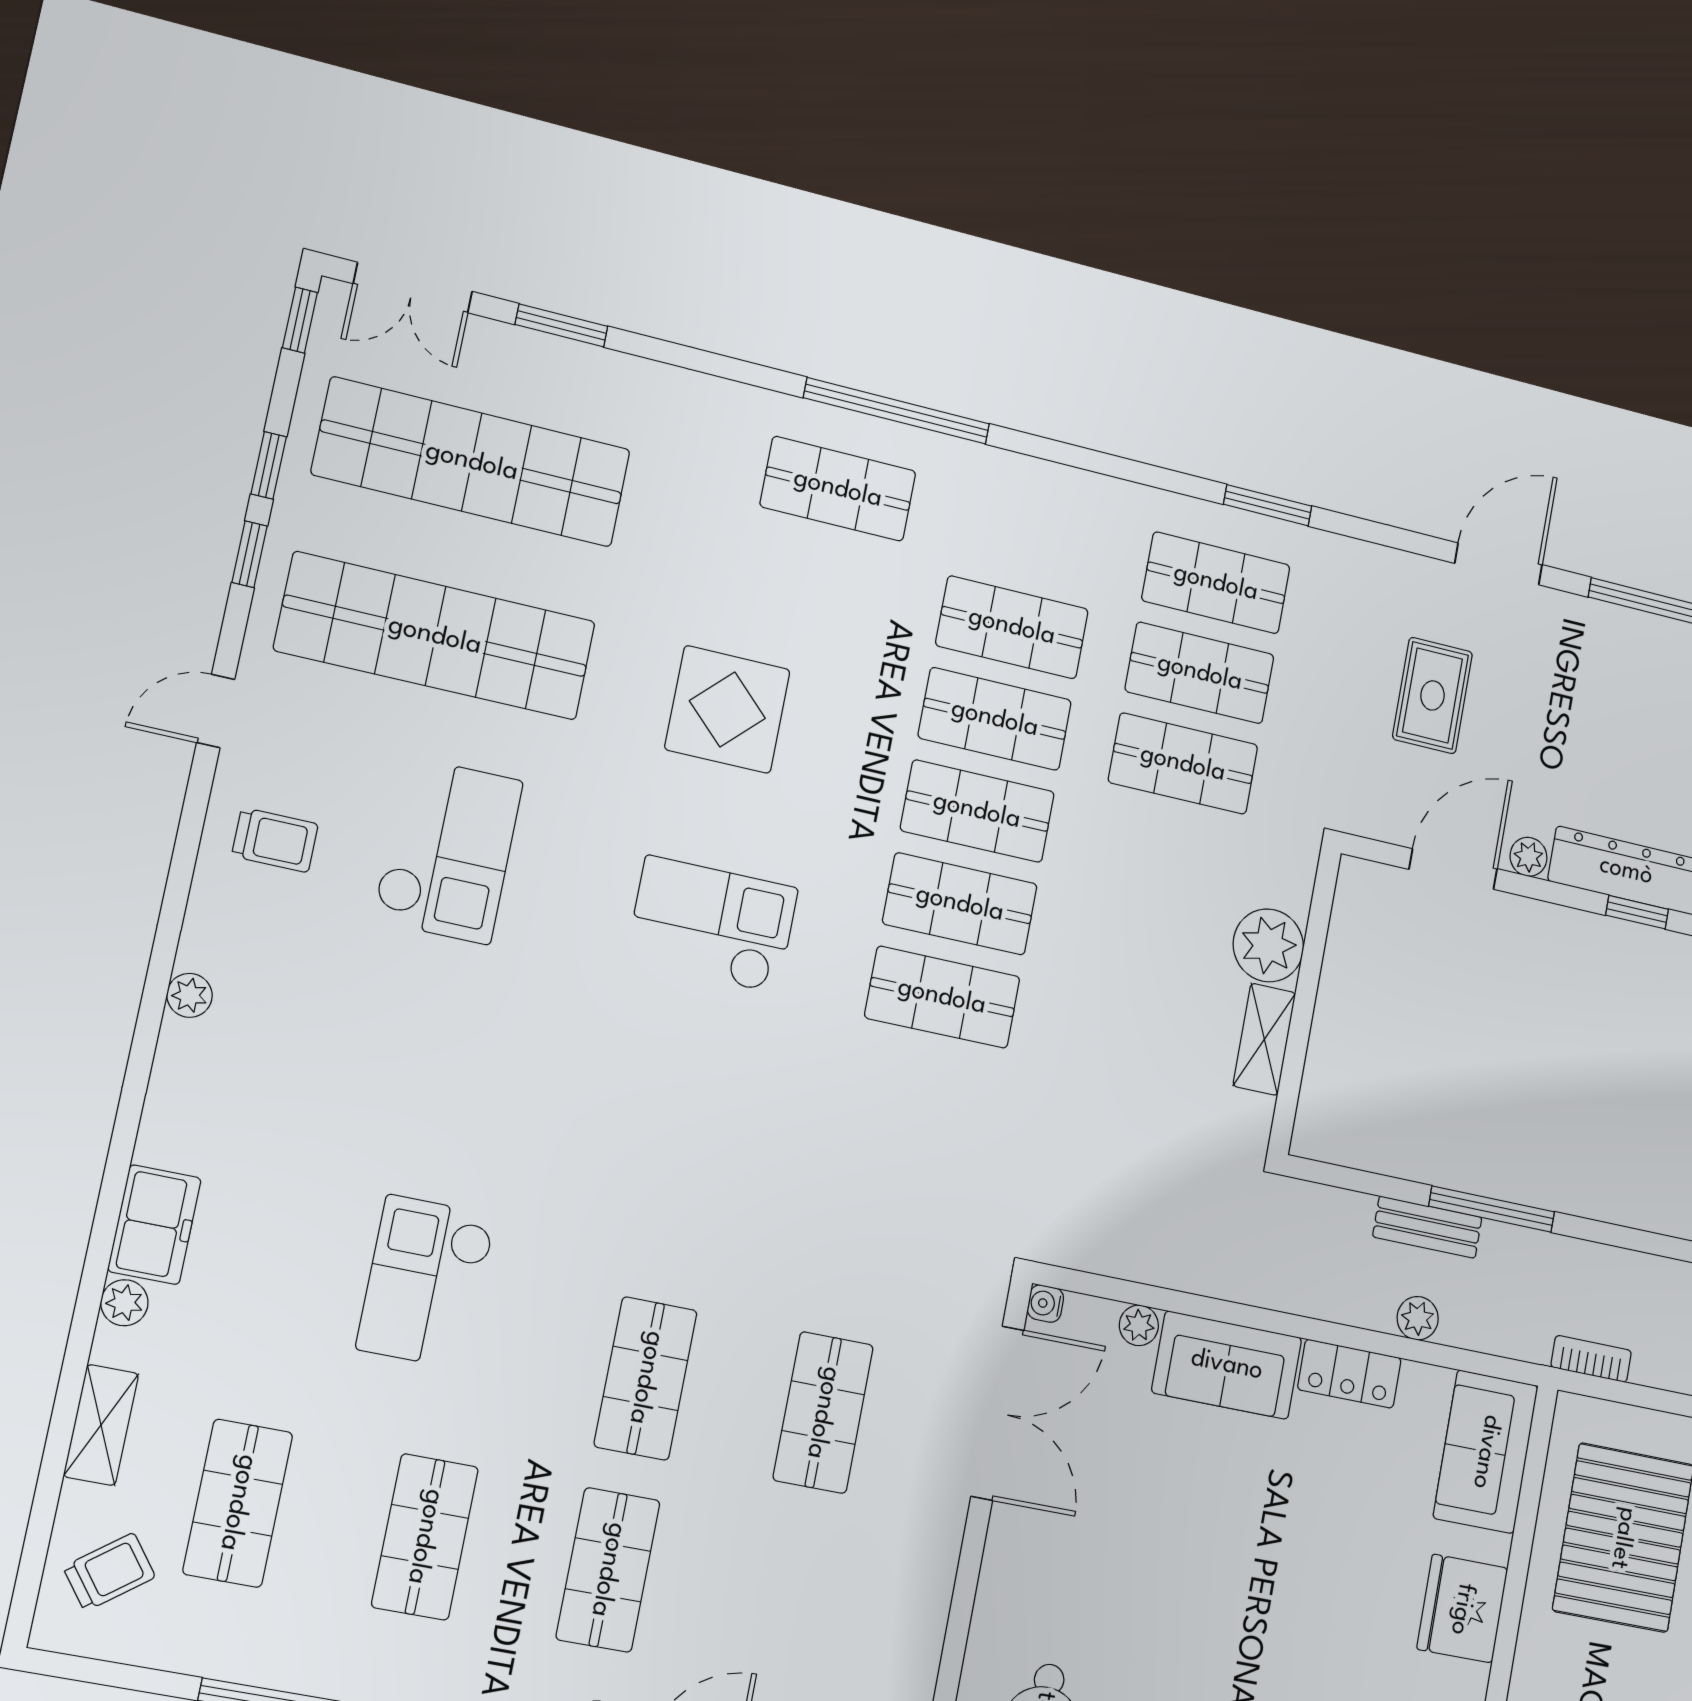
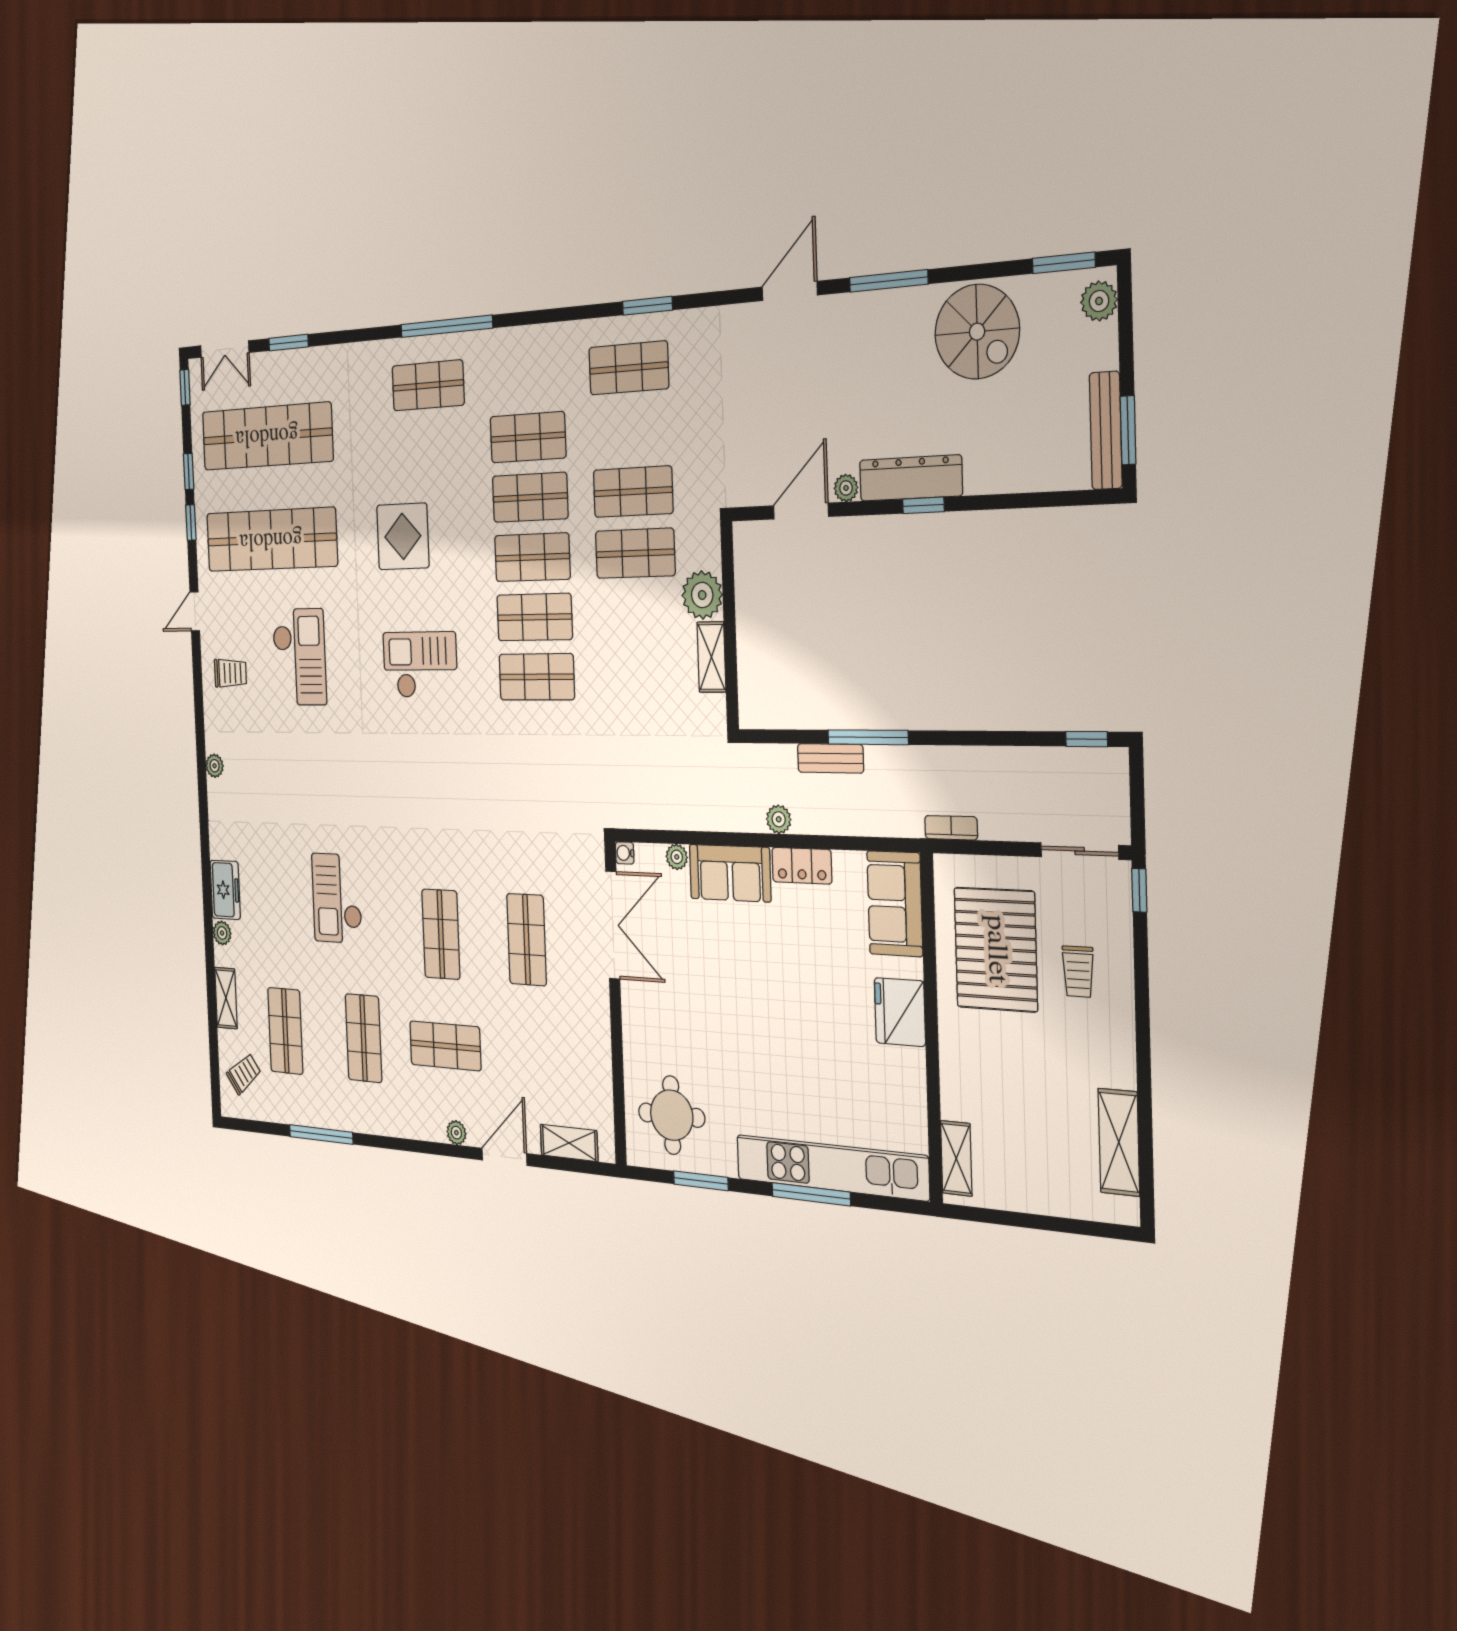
shop shelf: (1200, 673) -> (635, 553), moved
rug: (1432, 695) -> (766, 397), removed
plant: (1418, 1318) -> (779, 819), moved
shop shelf: (608, 1570) -> (445, 1046), turned 90

